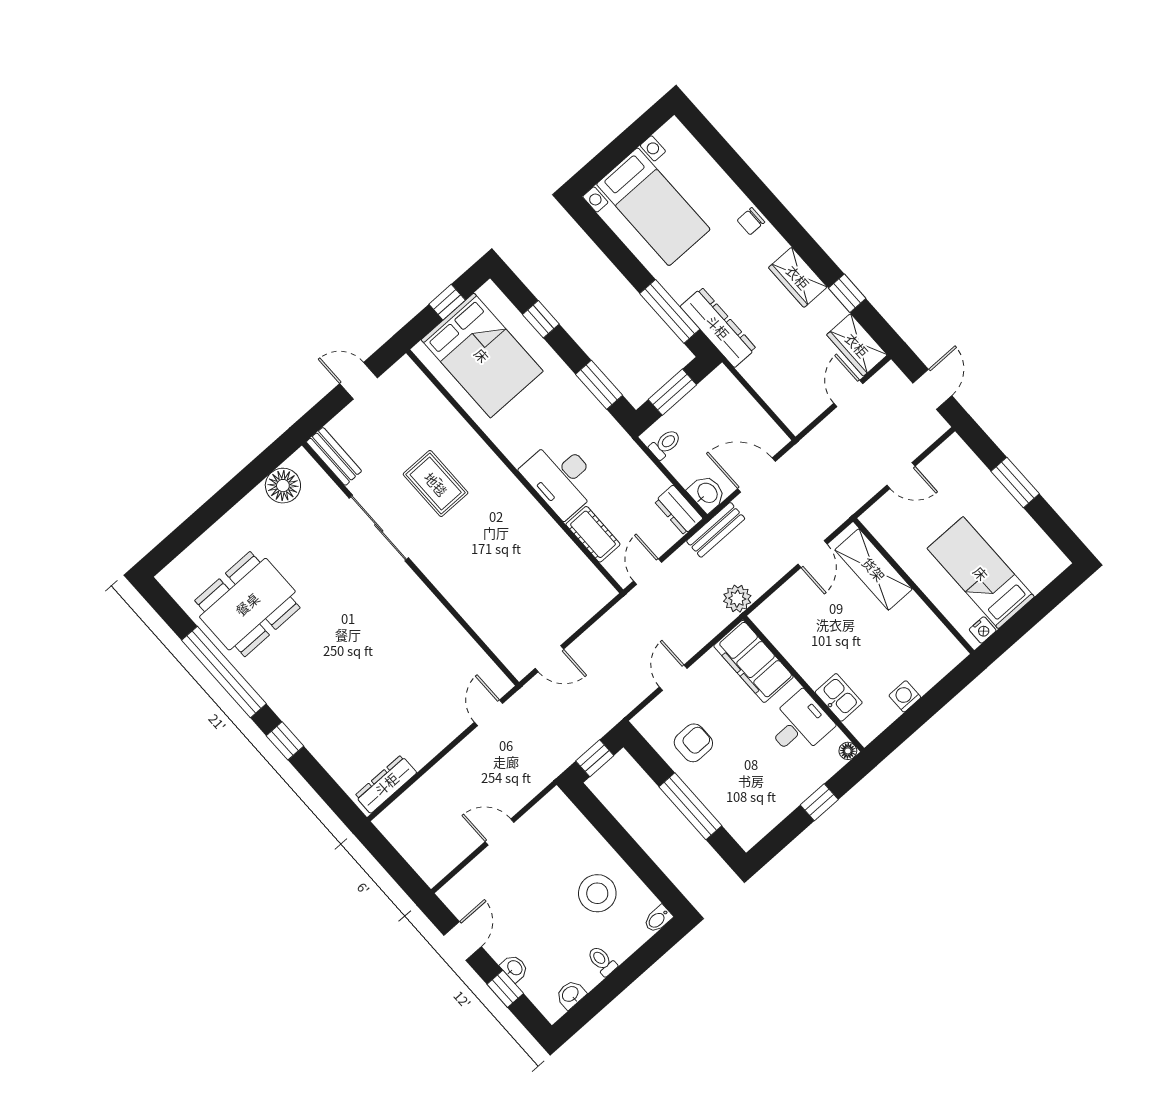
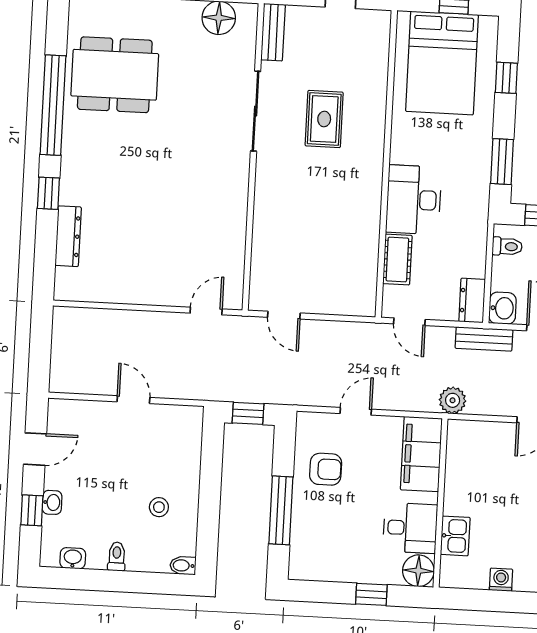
door: (648, 572) -> (409, 322), swing flipped
floor lamp: (848, 751) -> (418, 571), width x1.89, depth x1.89
dresser: (386, 784) -> (68, 236), moved, turned 90
stool: (597, 893) -> (159, 507), width x0.53, depth x0.53

